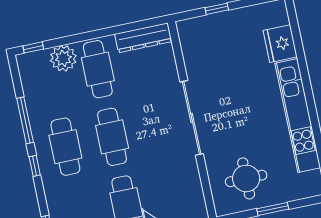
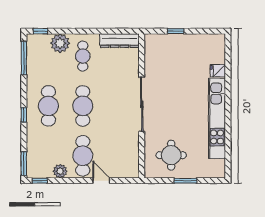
fridge: (280, 44) -> (218, 71), width x0.53, depth x0.75
cafe table: (98, 69) -> (83, 56), width x0.73, depth x0.74
window: (25, 120) -> (24, 58), moved

